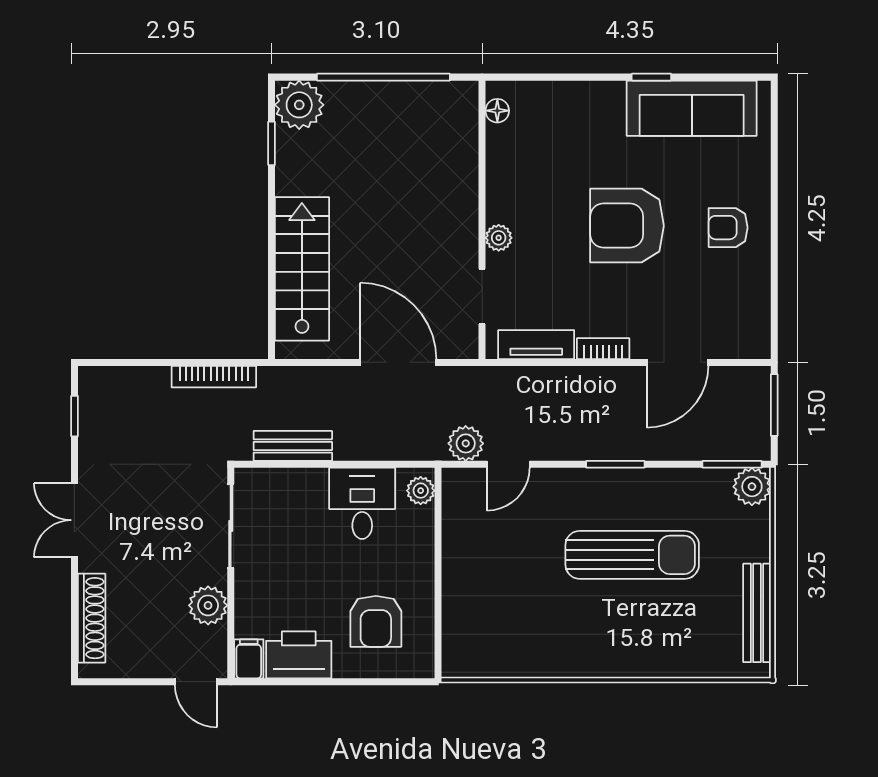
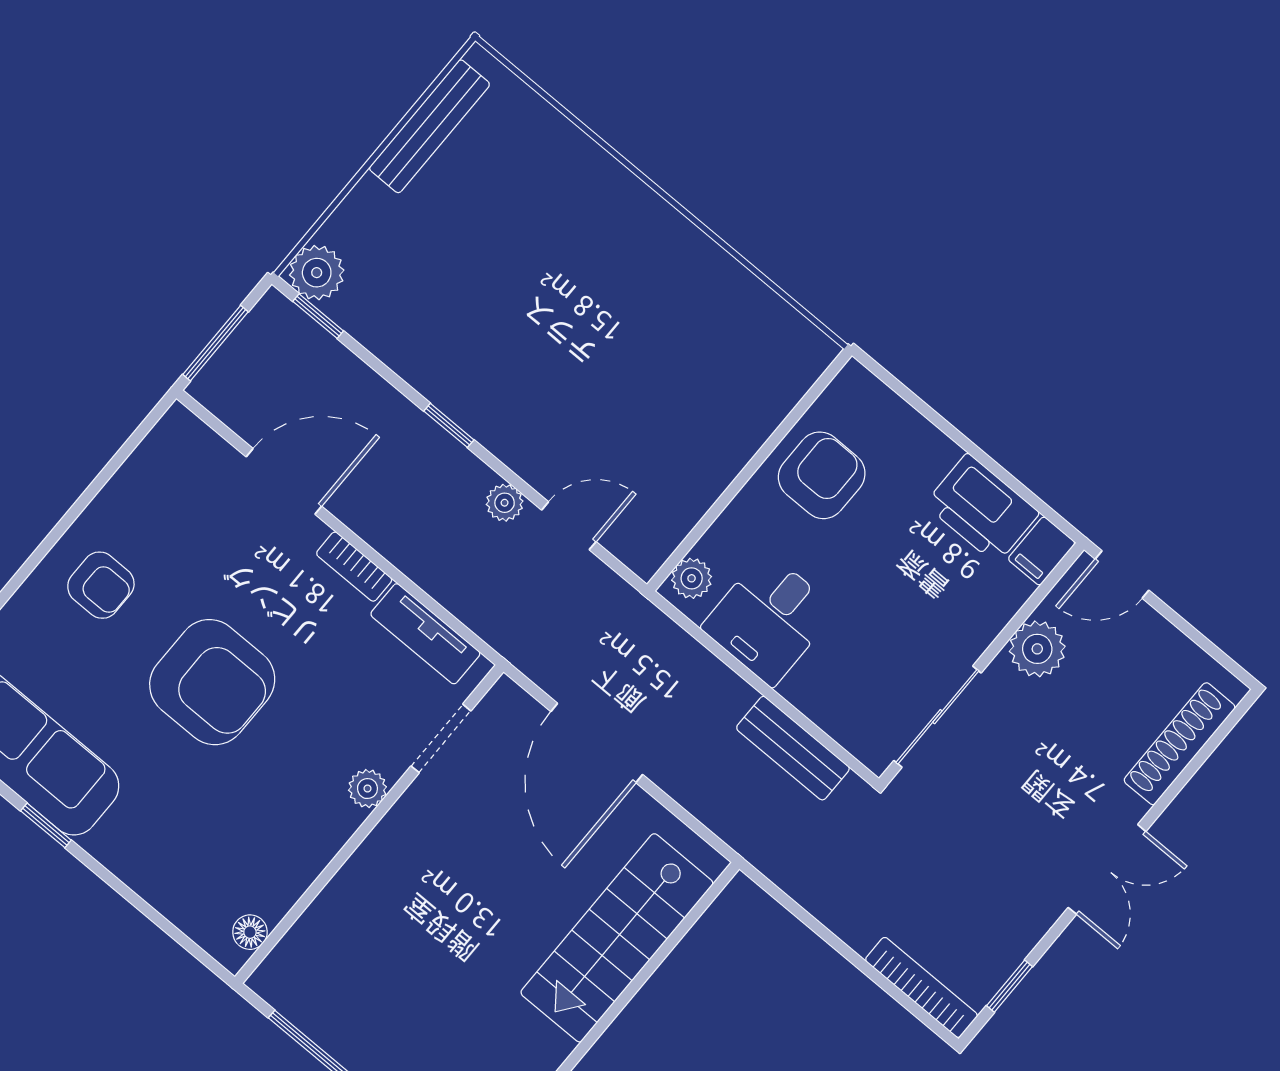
bookcase: (214, 377) -> (921, 987), moved
plant: (466, 443) -> (505, 503), moved, width x0.73, depth x0.73
window: (615, 464) -> (449, 425), width x0.67
window: (732, 464) -> (318, 316), width x0.67
sun lounger: (632, 555) -> (515, 308), removed
armchair: (376, 621) -> (822, 475), moved
door: (196, 682) -> (1122, 575), swing flipped

